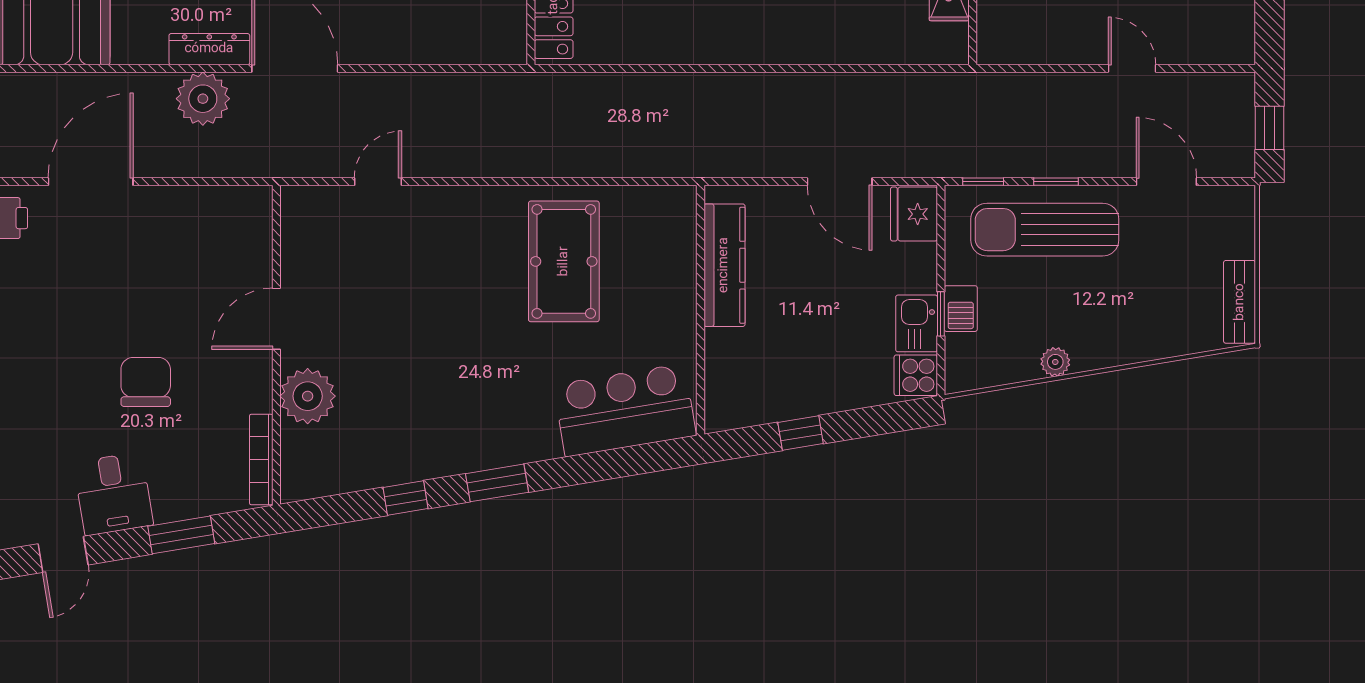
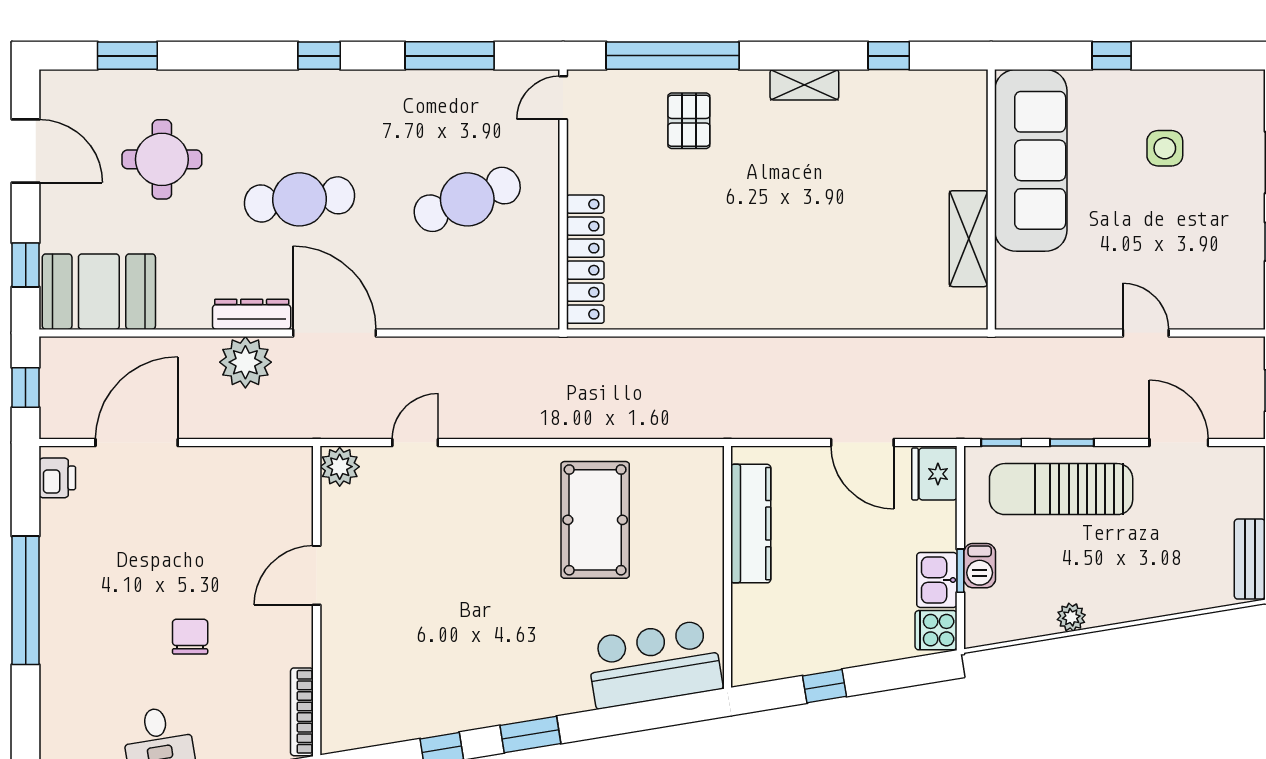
chair: (146, 382) -> (190, 637), width x0.73, depth x0.73
plant: (308, 396) -> (340, 467), moved, width x0.73, depth x0.73

